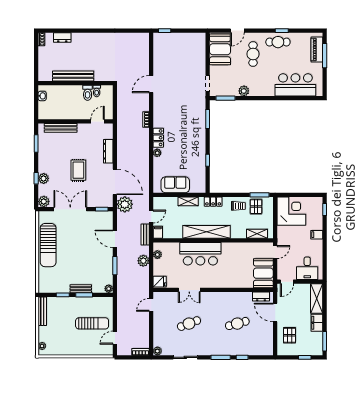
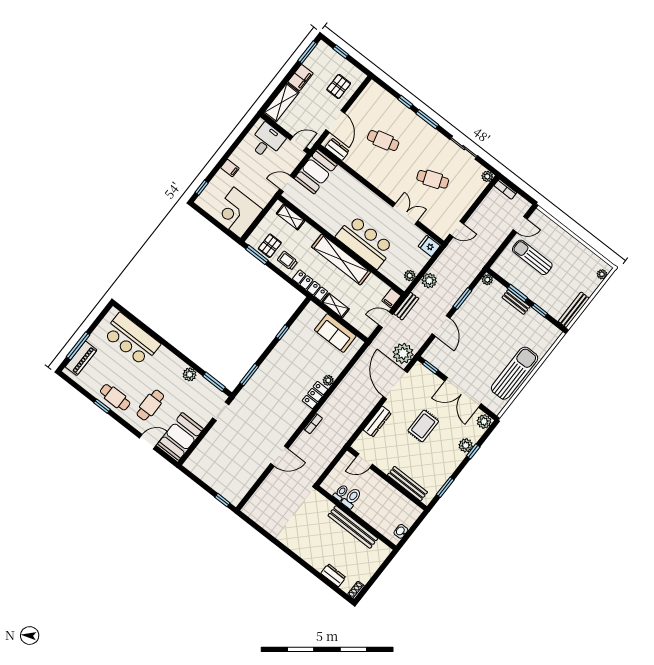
locker: (213, 202) -> (310, 285), width x1.53

